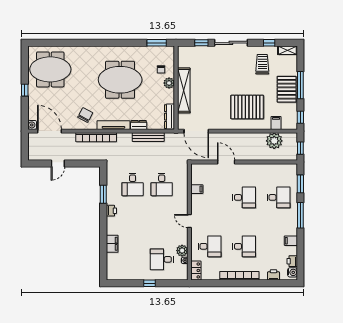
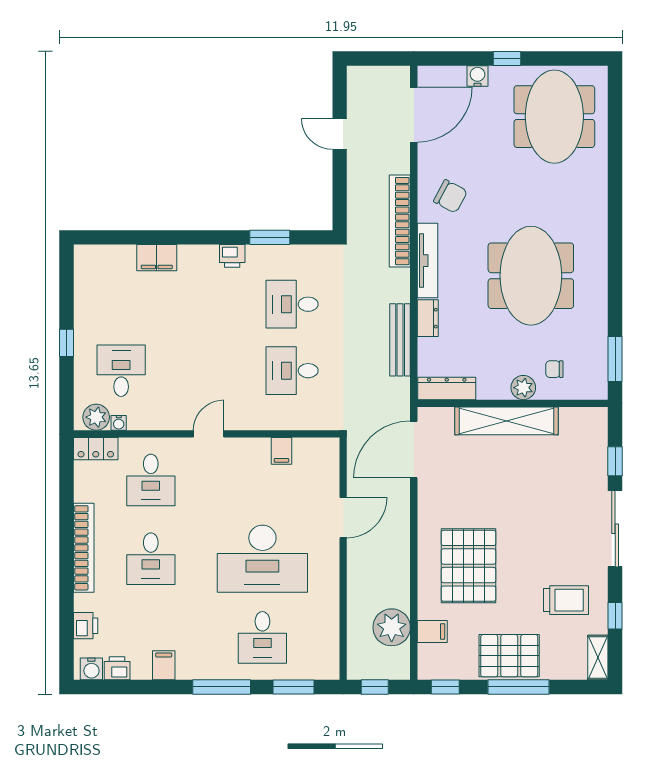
water cooler: (32, 125) -> (477, 76), moved
desk: (244, 197) -> (262, 559), width x1.87, depth x1.30
plant: (182, 251) -> (96, 417), moved

